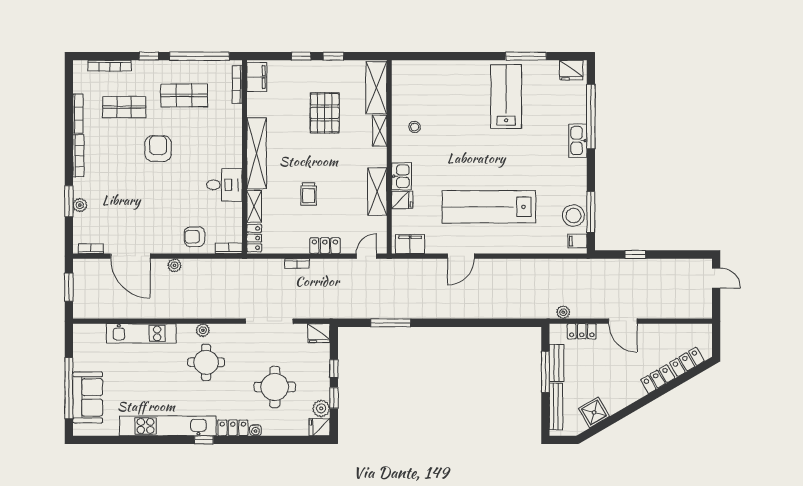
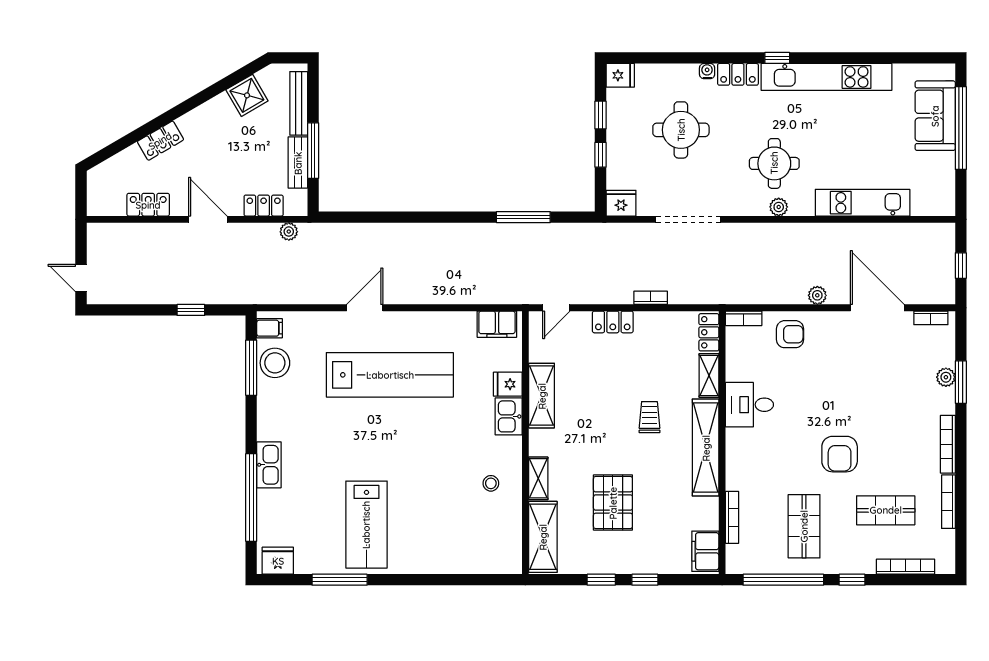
bookcase: (237, 84) -> (732, 517), moved
shop shelf: (184, 95) -> (804, 526), turned 90
trolley: (309, 194) -> (649, 417), moved
door: (461, 256) -> (365, 308), moved
window: (69, 287) -> (961, 266), width x0.67
locker: (687, 362) -> (148, 205), moved, turned -150
plant: (321, 408) -> (618, 101), removed

